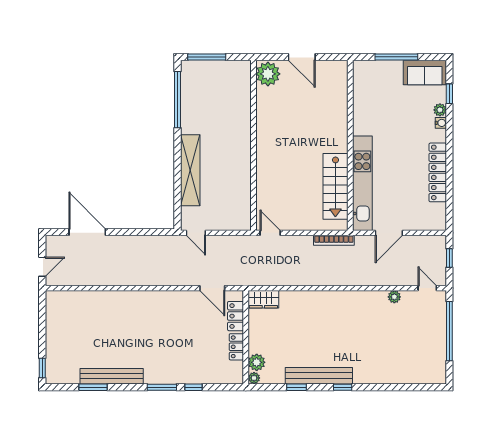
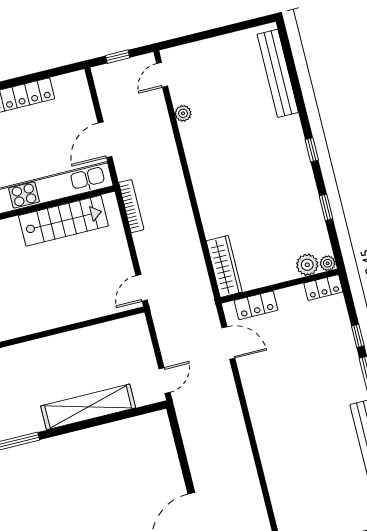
door: (389, 233) -> (105, 140), swing flipped
door: (212, 288) -> (228, 343), hinge flipped
wardrobe: (263, 299) -> (224, 266), width x1.50
window: (449, 331) -> (209, 34), removed
locker: (236, 347) -> (323, 288), moved
bench: (319, 376) -> (278, 73), moved

